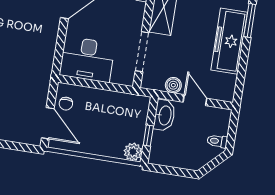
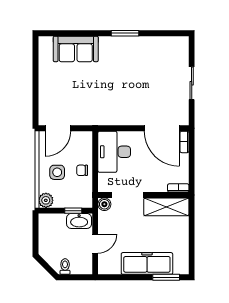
boiler: (173, 85) -> (104, 204), moved
chair: (66, 104) -> (82, 170), moved
side table: (101, 133) -> (57, 172), added
window: (148, 135) -> (73, 211), moved

